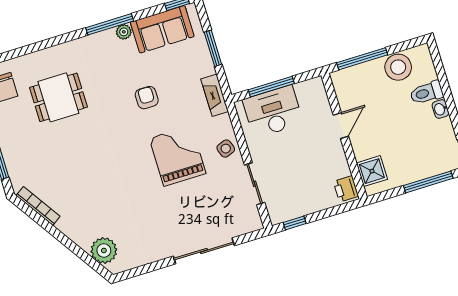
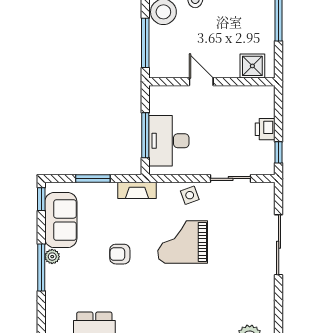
printer: (346, 189) -> (265, 129), moved, turned 90

